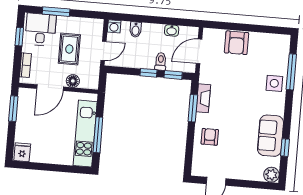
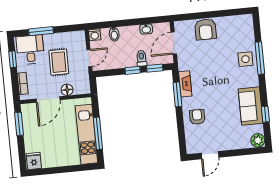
window: (291, 72) -> (260, 58), moved

